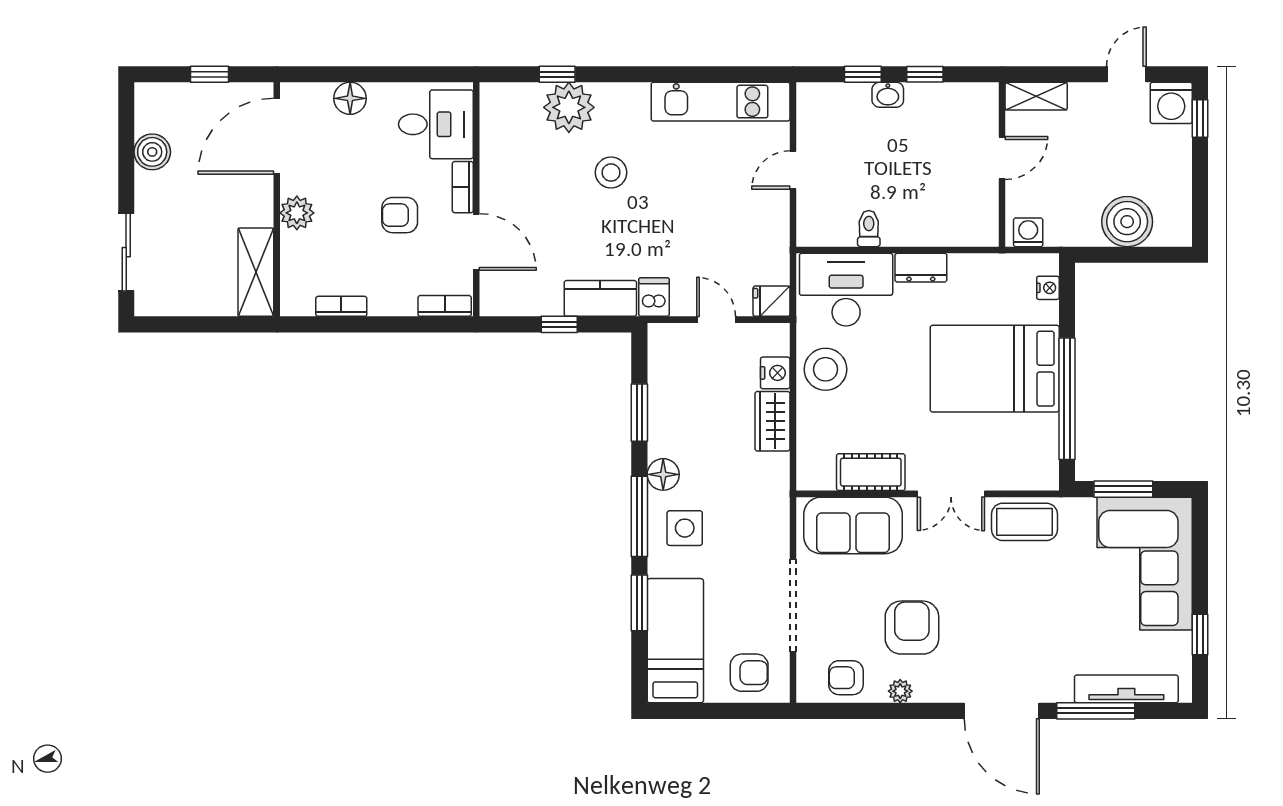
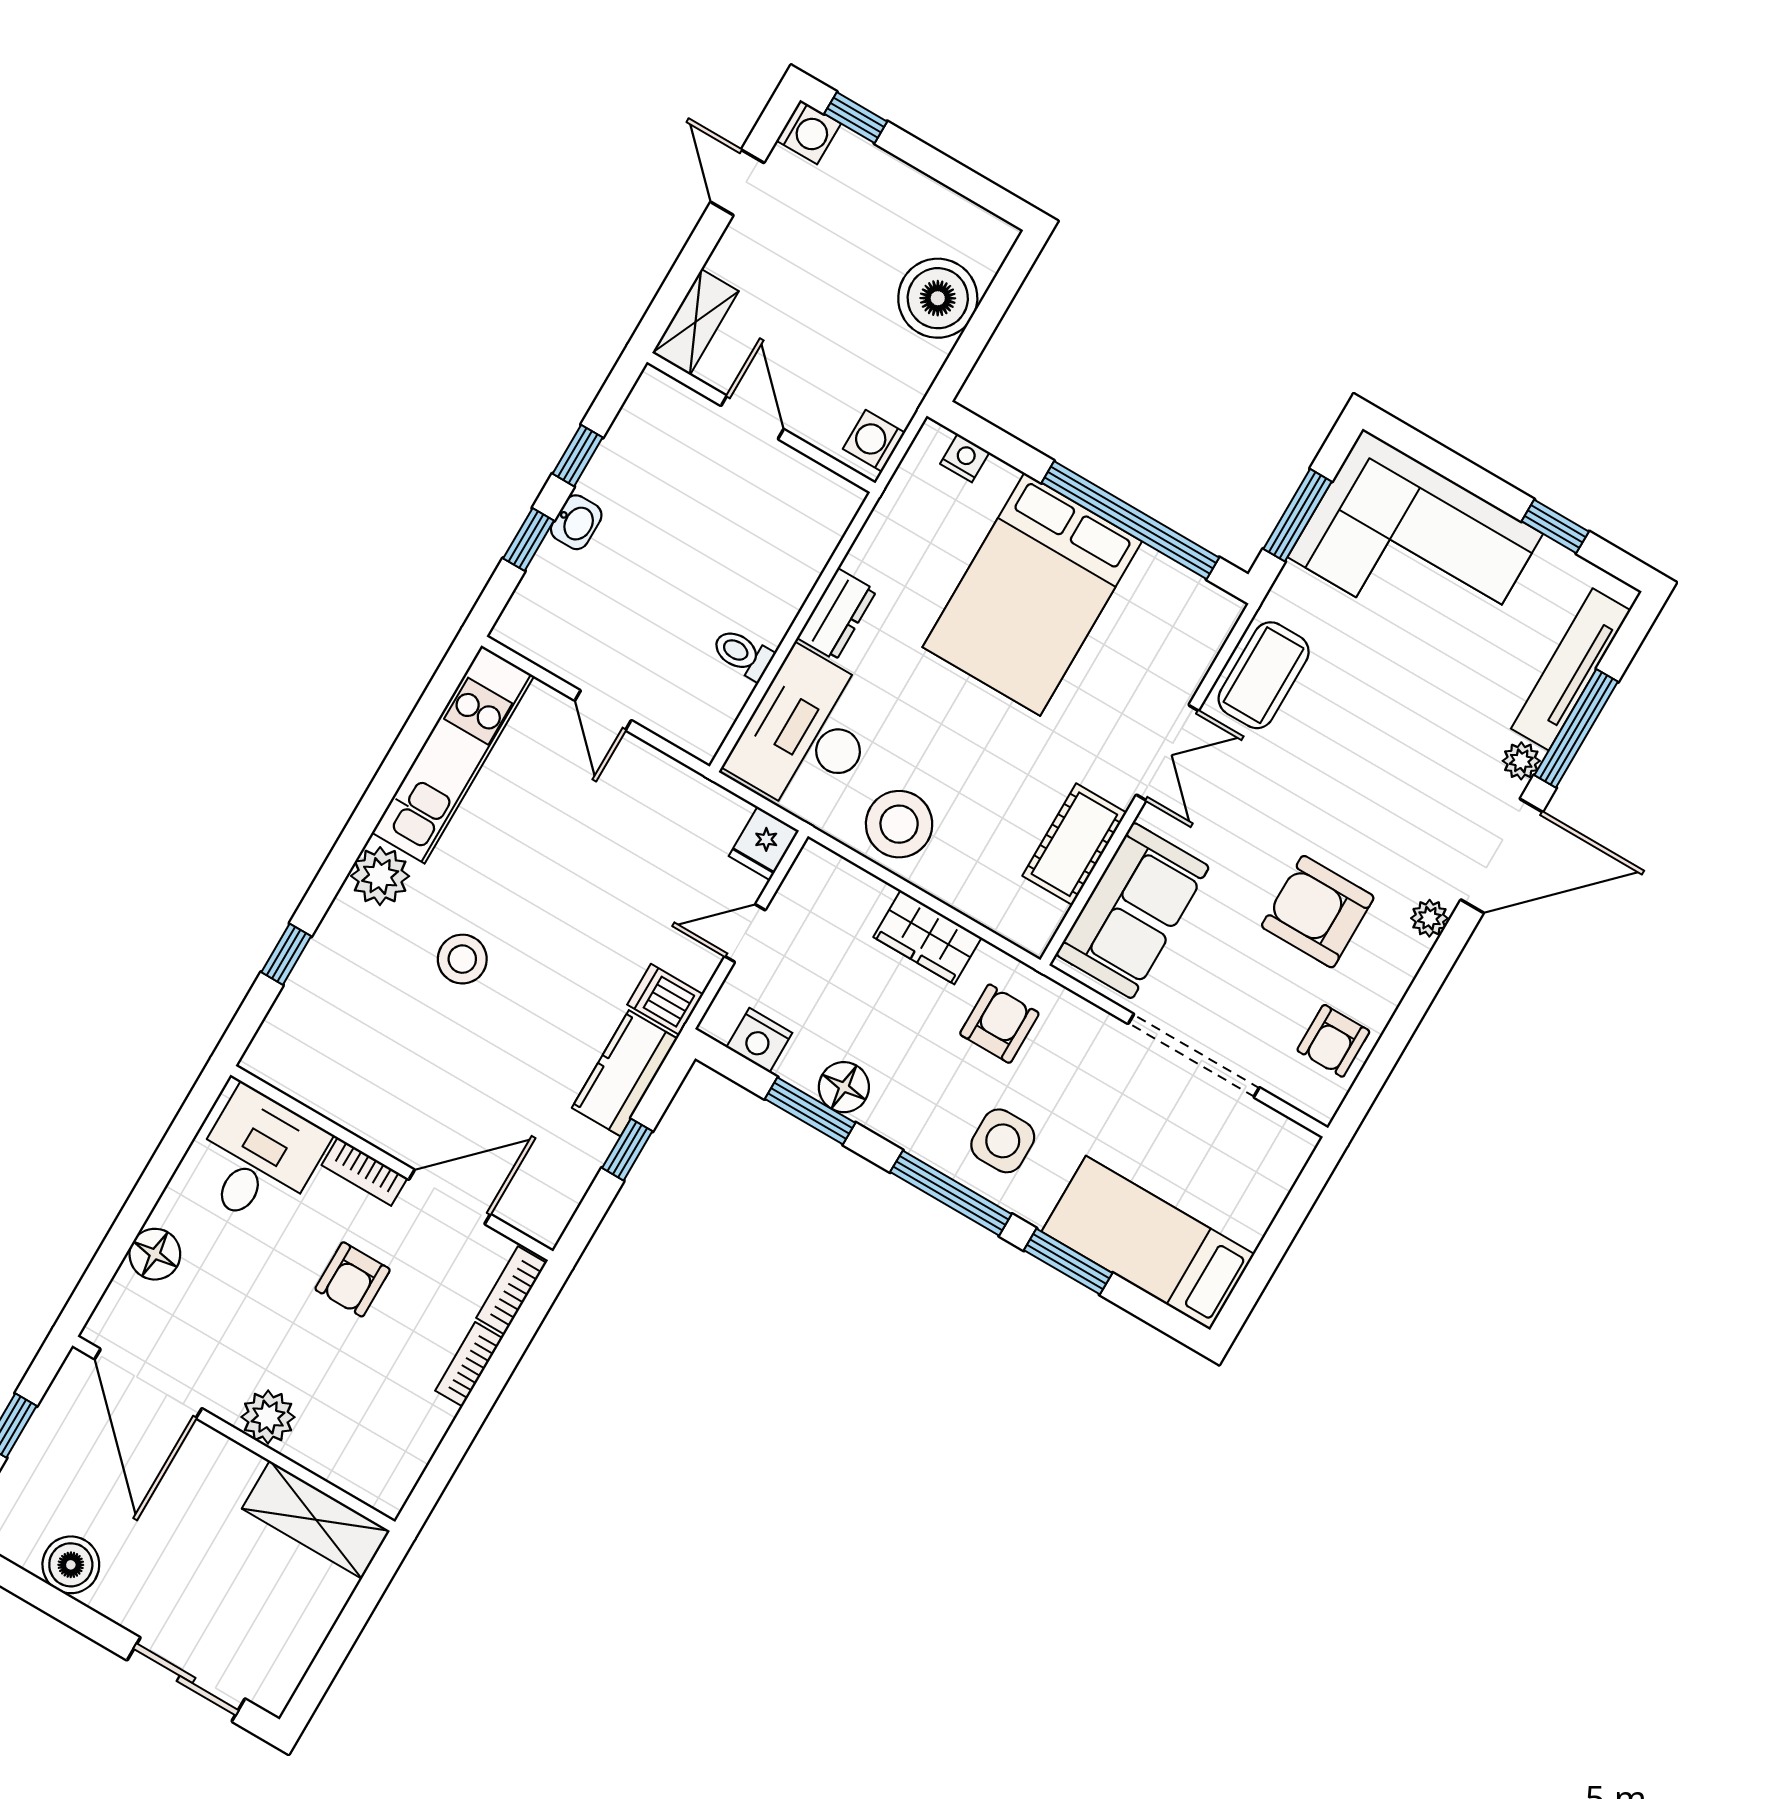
washing machine: (1171, 103) -> (809, 132), width x0.73, depth x0.73
plant: (569, 107) -> (380, 876), moved, width x0.73, depth x0.73
bookcase: (341, 306) -> (469, 1364), moved
nightstand: (775, 373) -> (759, 1040), moved, turned 180
floor lamp: (663, 474) -> (844, 1087), moved
armchair: (749, 673) -> (999, 1024), moved
plant: (900, 691) -> (1429, 918), moved
plant: (1060, 691) -> (1521, 761), added

